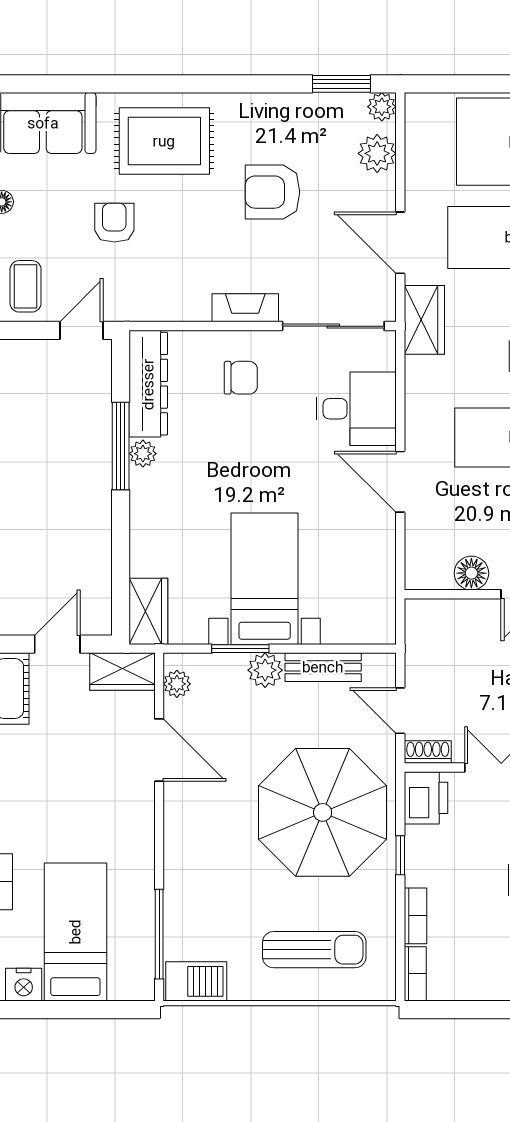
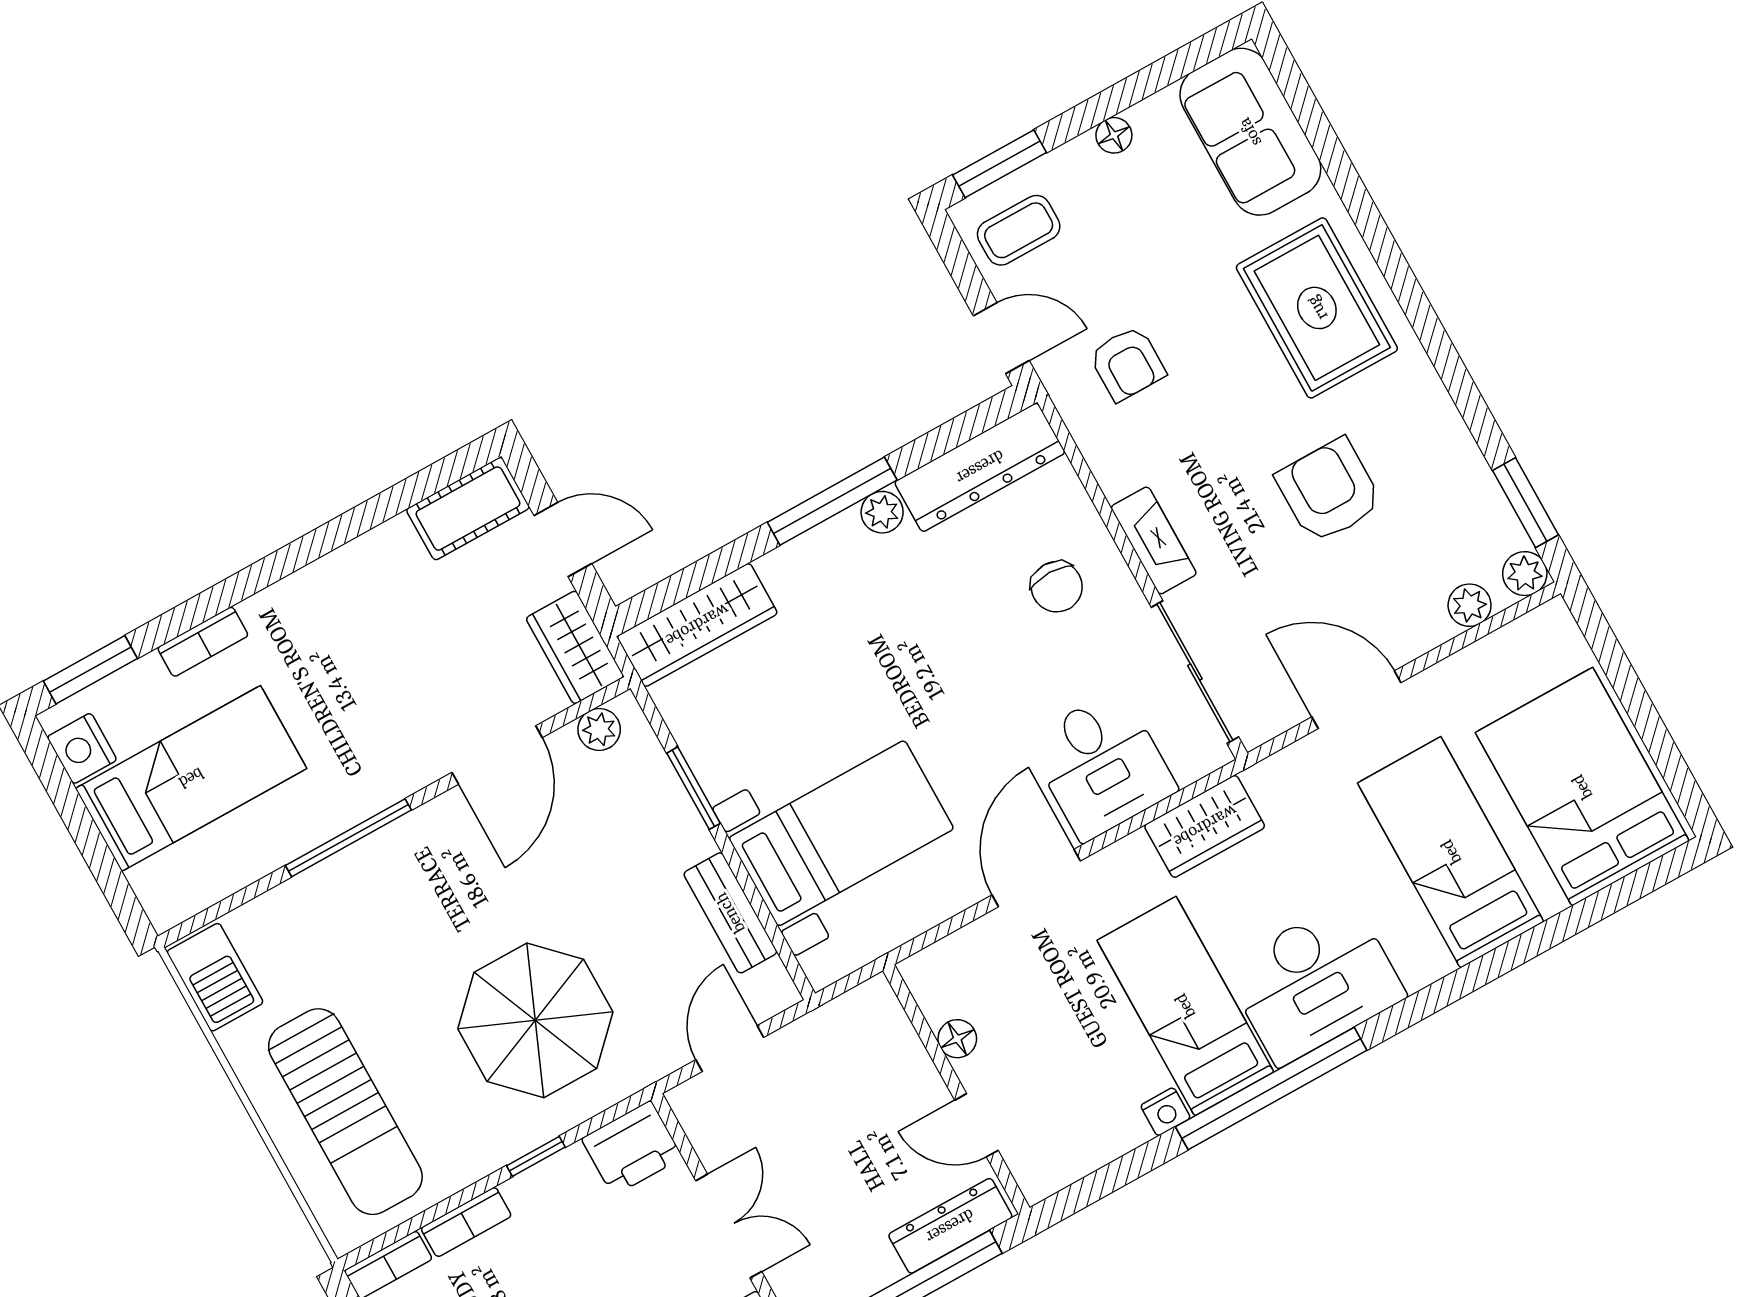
plant: (377, 153) -> (1470, 605), width x0.73, depth x0.73
armchair: (114, 223) -> (1127, 363), moved, turned 90
door: (400, 243) -> (1356, 700), hinge flipped
wardrobe: (424, 320) -> (1205, 826), moved
window: (121, 446) -> (832, 501), moved
floor lamp: (471, 573) -> (957, 1039), width x0.73, depth x0.73
bed with nightstands: (265, 579) -> (841, 833), moved
wardrobe: (148, 611) -> (697, 625), width x1.50
plant: (265, 670) -> (683, 837), removed
shoe rack: (428, 752) -> (695, 1116), removed
parasol: (323, 812) -> (535, 1020), width x0.73, depth x0.73
window: (159, 934) -> (348, 838), moved
sun lounger: (314, 950) -> (345, 1112), width x1.36, depth x1.34

